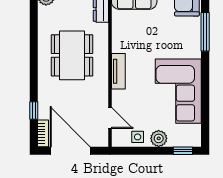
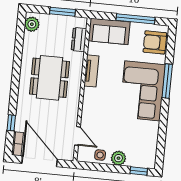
window: (205, 32) -> (167, 81), moved
tv unit: (118, 71) -> (91, 71), moved
corner sofa: (178, 91) -> (142, 91), moved

